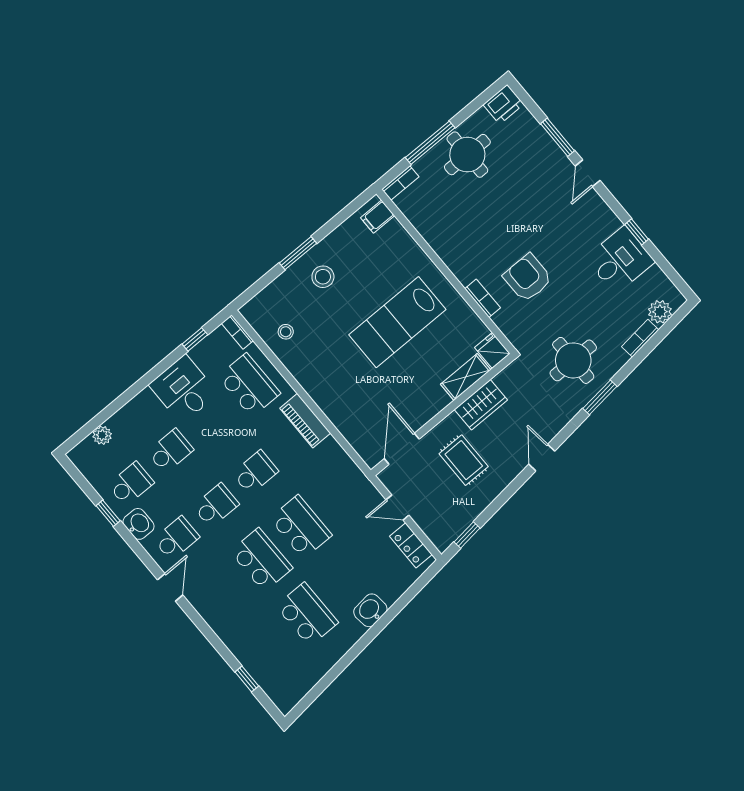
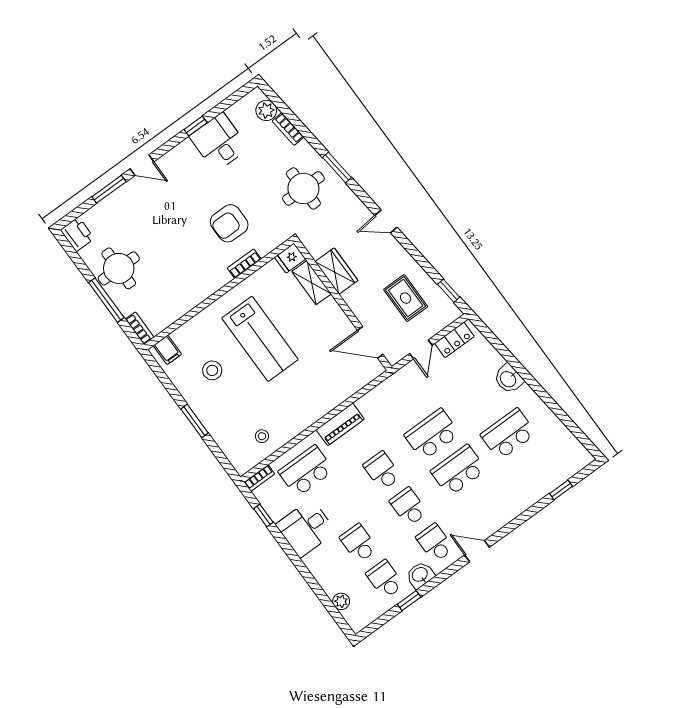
stool: (323, 277) -> (212, 370), moved
rug: (464, 460) -> (406, 298), moved, turned 90

